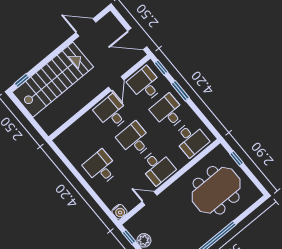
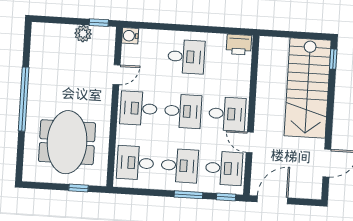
printer: (65, 144) -> (239, 45), added

